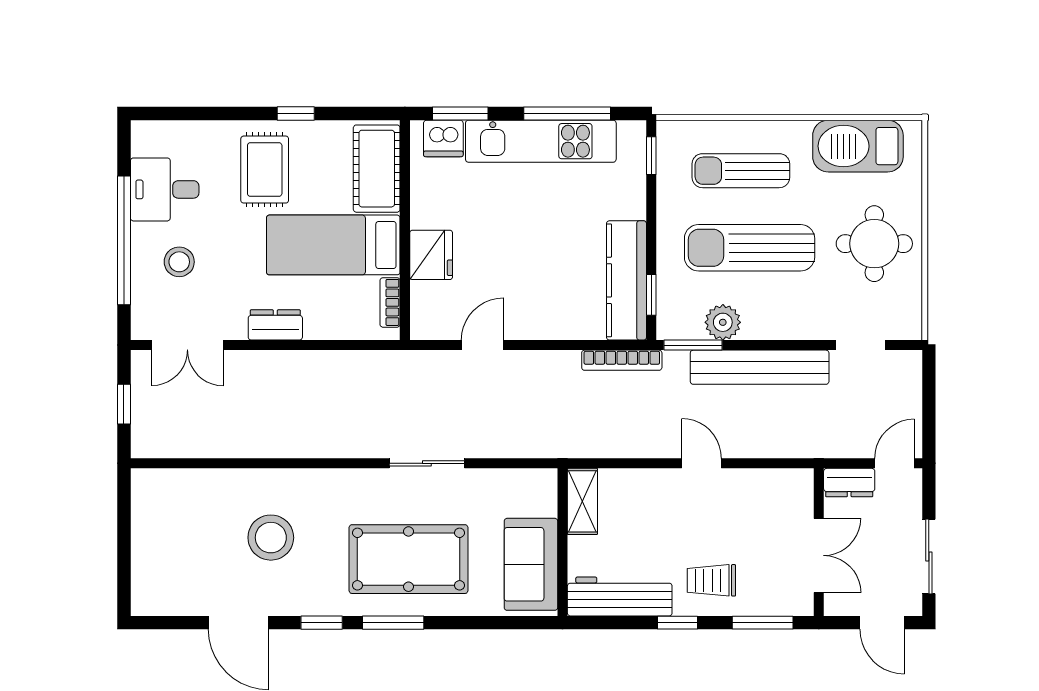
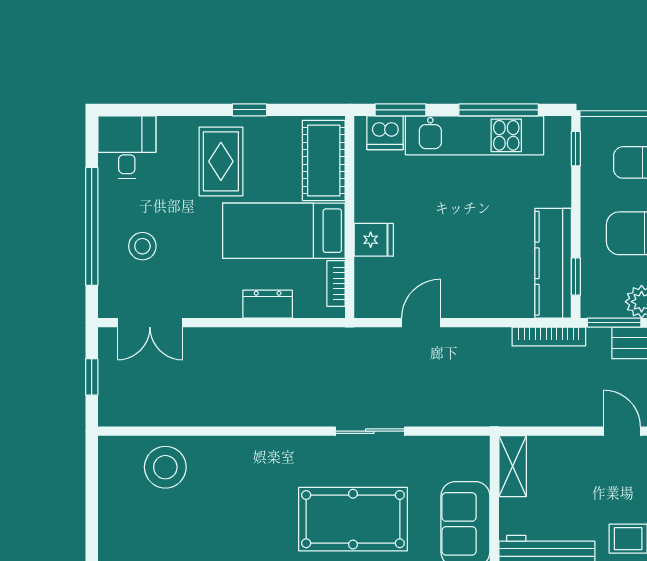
desk: (165, 189) -> (127, 147), moved, turned 90
fridge: (431, 255) -> (374, 240), width x0.72
dresser: (275, 325) -> (268, 304), moved
stool: (271, 538) -> (165, 467), moved

